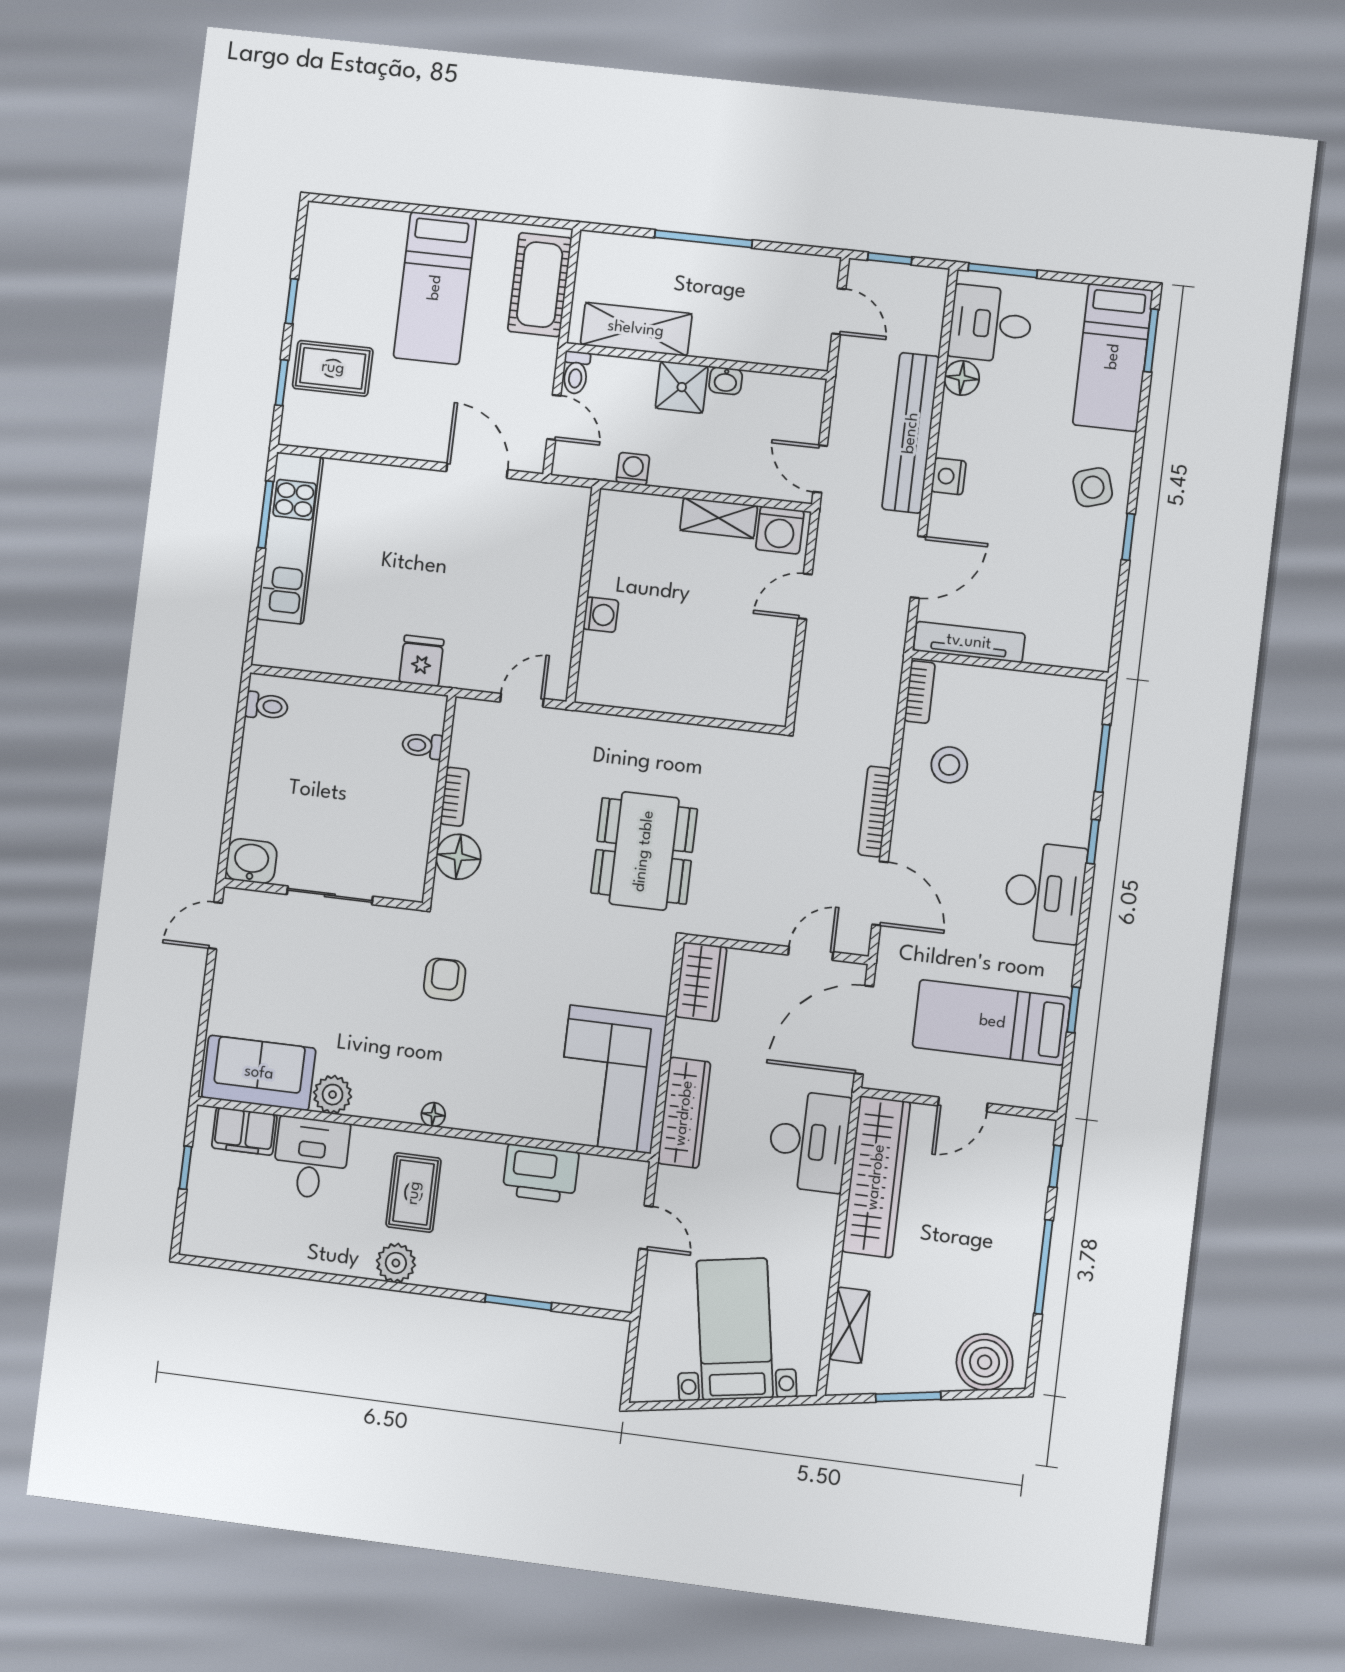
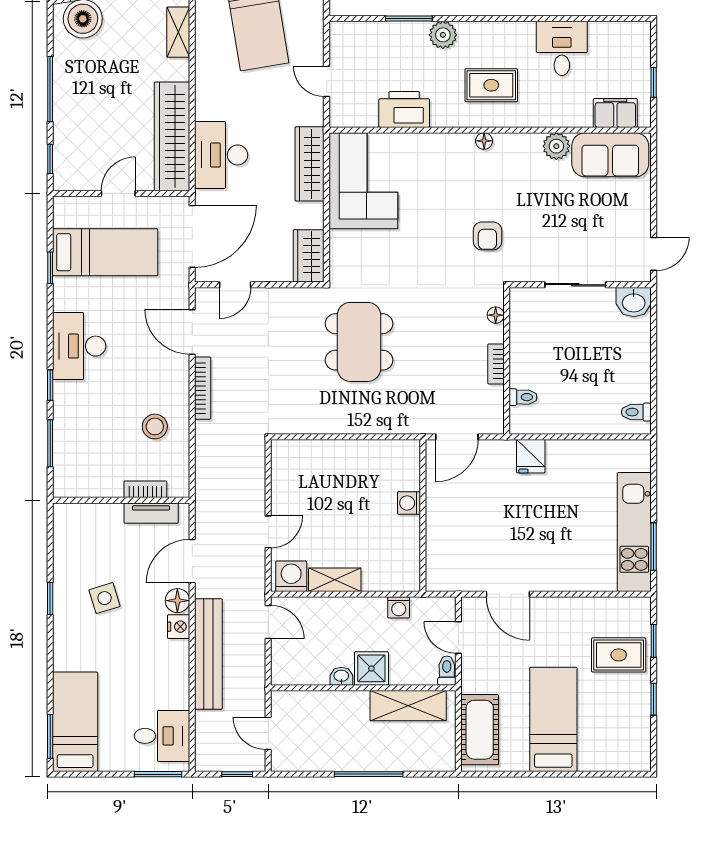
floor lamp: (962, 378) -> (177, 601), moved
side table: (1093, 487) -> (105, 598), moved
tv unit: (969, 642) -> (151, 513), width x0.71
bookcase: (920, 692) -> (145, 489), moved, turned 90
door: (522, 700) -> (457, 437), width x1.38
floor lamp: (458, 857) -> (496, 315), width x0.53, depth x0.53
desk: (311, 1158) -> (562, 48), moved, turned 180
rug: (414, 1193) -> (491, 85), turned 90
plant: (396, 1263) -> (443, 35), moved

